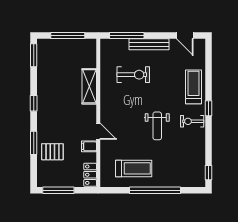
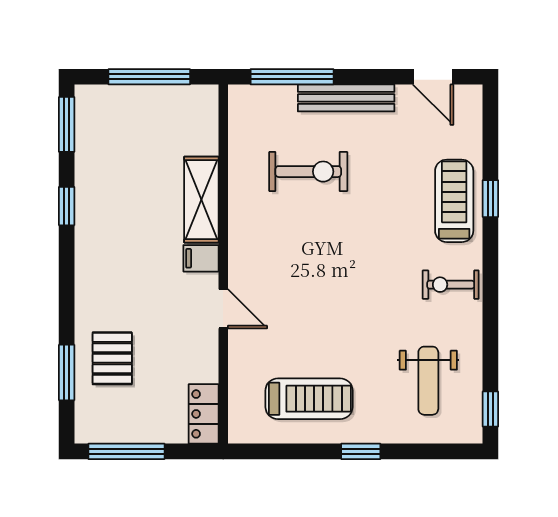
window: (34, 103) -> (67, 206), moved
window: (209, 108) -> (490, 199), moved
weight bench: (157, 126) -> (428, 381), moved
window: (34, 143) -> (67, 372), moved
filing cabinet: (89, 146) -> (201, 258), moved
pallet: (52, 152) -> (112, 358), turned 90
window: (155, 190) -> (361, 451), width x0.32

